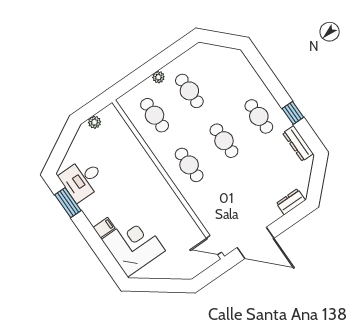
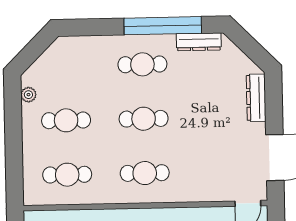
plant: (158, 77) -> (28, 95), moved
window: (293, 113) -> (163, 26), width x3.17
dresser: (291, 202) -> (256, 98), width x1.44

